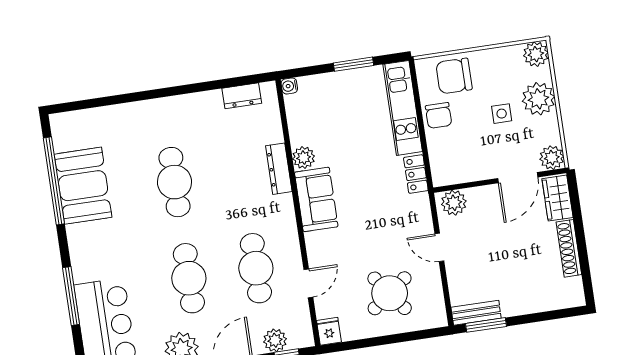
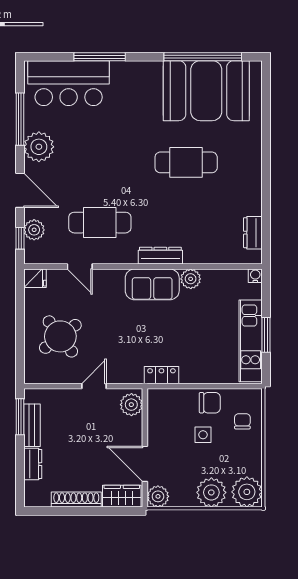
plant: (536, 54) -> (247, 492), width x1.36, depth x1.36
chair: (454, 76) -> (242, 421), width x0.54, depth x0.54
kitchen unit: (403, 108) -> (251, 341), moved, turned -90
side table: (502, 114) -> (203, 435), moved
chair: (439, 115) -> (210, 403), turned 180
dresser: (279, 169) -> (160, 256), moved
booth: (83, 186) -> (206, 91), width x1.36, depth x1.42
cafe table: (189, 278) -> (100, 162), removed
dresser: (537, 303) -> (33, 464), added
bench: (476, 313) -> (32, 425), moved

